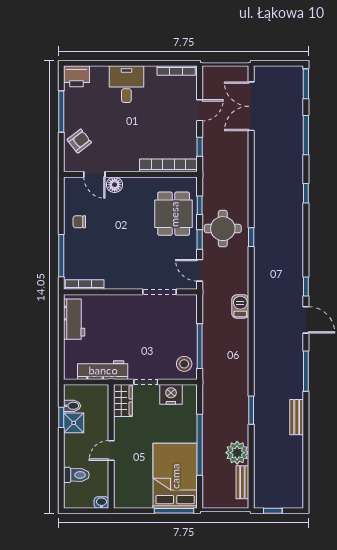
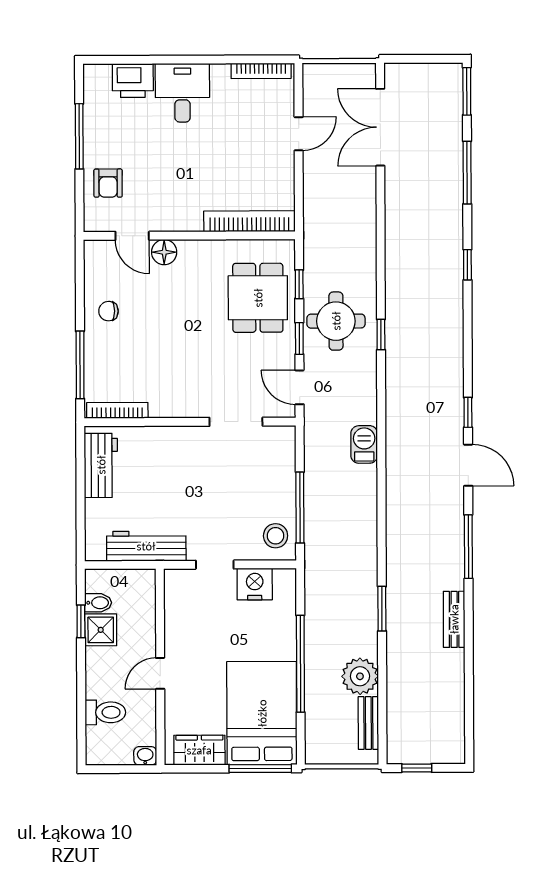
printer: (77, 76) -> (133, 81), moved
armchair: (79, 141) -> (108, 183), turned 128
window: (200, 147) -> (299, 191), removed
wardrobe: (123, 401) -> (199, 750), moved, turned -90

